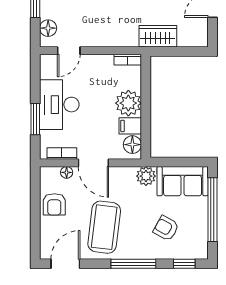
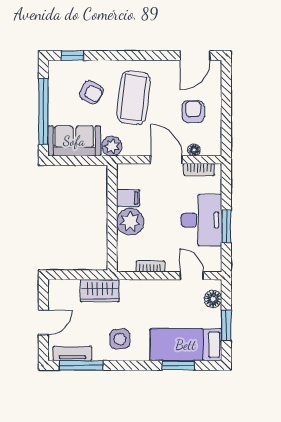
door: (69, 51) -> (192, 276), hinge flipped
bookcase: (128, 60) -> (150, 266), moved
window: (35, 119) -> (226, 226), moved
floor lamp: (132, 145) -> (126, 179), removed
armchair: (54, 204) -> (193, 112), moved
coffee table: (104, 227) -> (134, 98), moved
window: (133, 264) -> (125, 56), removed

